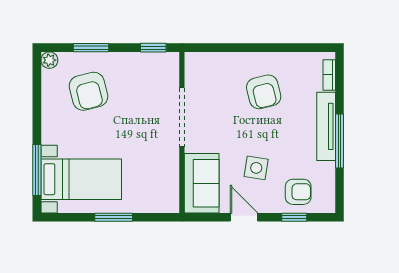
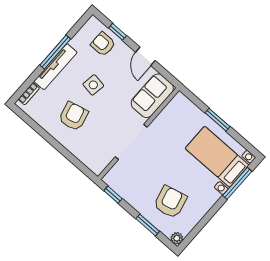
side table: (256, 168) -> (93, 85), moved

